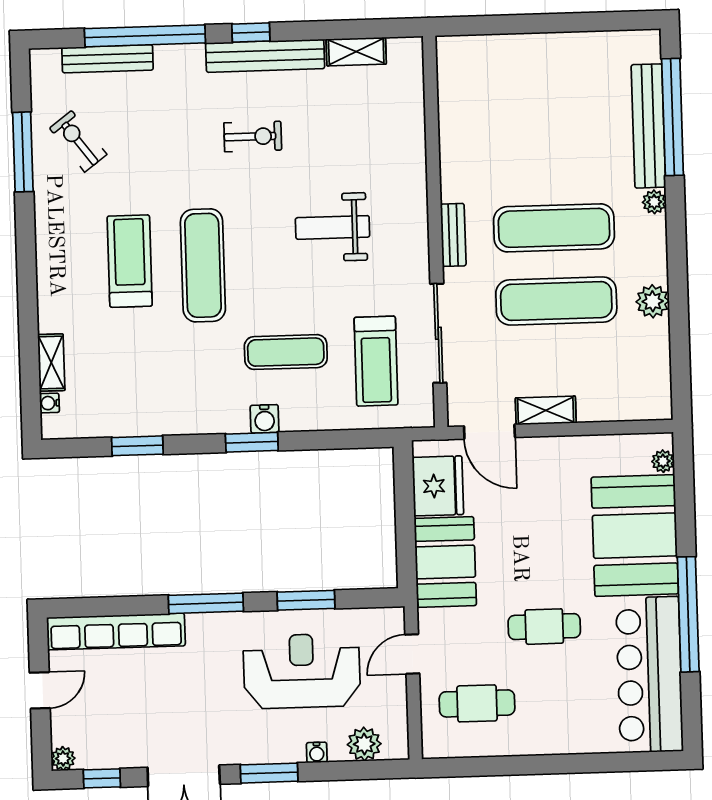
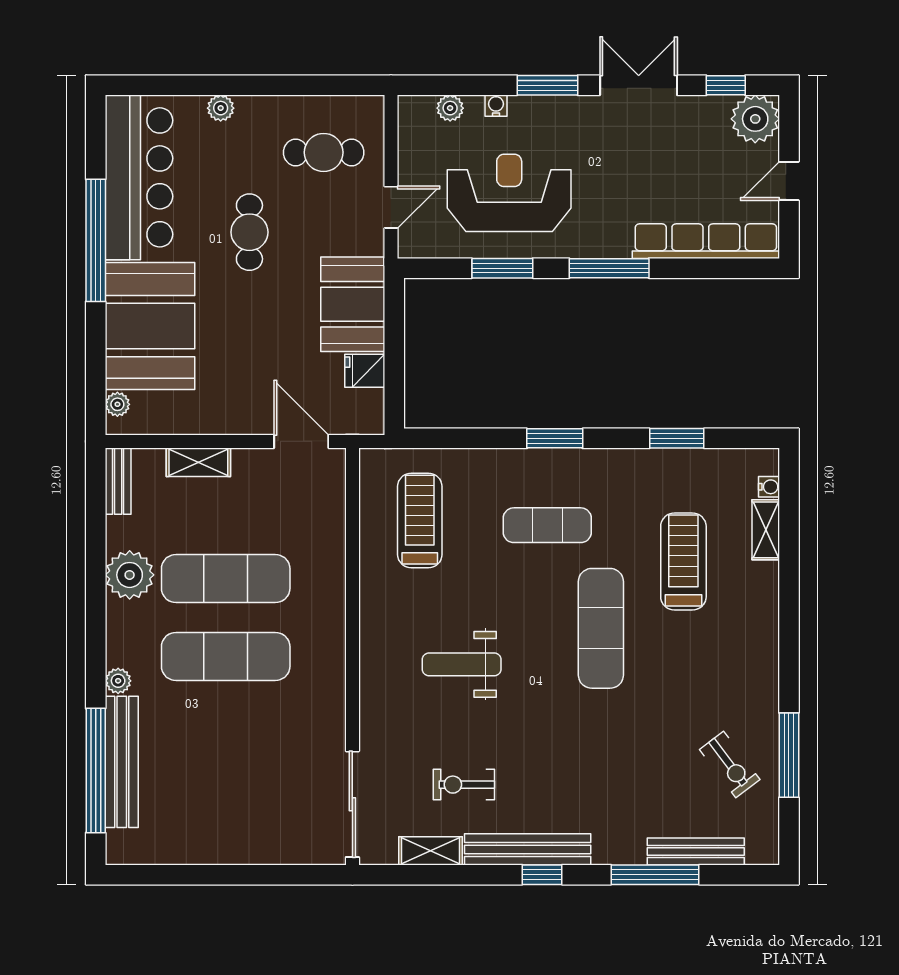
window: (145, 36) -> (655, 875), width x0.68
exercise bike: (253, 136) -> (464, 785), moved
weight bench: (333, 227) -> (462, 664), turned 180
bench: (453, 235) -> (118, 481), moved
treadmill: (130, 261) -> (683, 562), moved, turned 180
plant: (653, 301) -> (130, 575), width x1.36, depth x1.36
sliding door: (438, 333) -> (352, 804), moved
exercise mat: (286, 352) -> (547, 525), moved
shelving: (546, 410) -> (198, 462), moved
water cooler: (265, 419) -> (540, 463), removed
fridge: (438, 486) -> (365, 371), width x0.53, depth x0.75
cafe table: (544, 627) -> (249, 232), turned 90
reception desk: (302, 671) -> (509, 193), turned 180
plant: (575, 742) -> (221, 108), added
plant: (364, 744) -> (450, 108), width x0.73, depth x0.73
plant: (63, 759) -> (755, 119), width x1.88, depth x1.88

